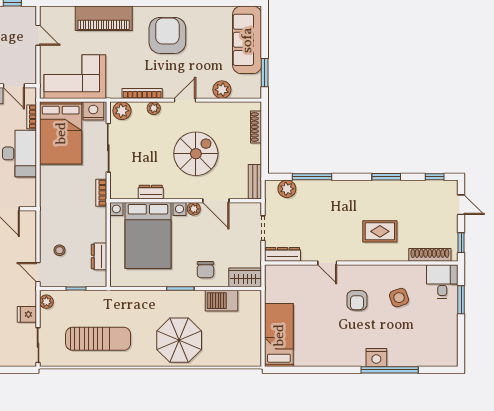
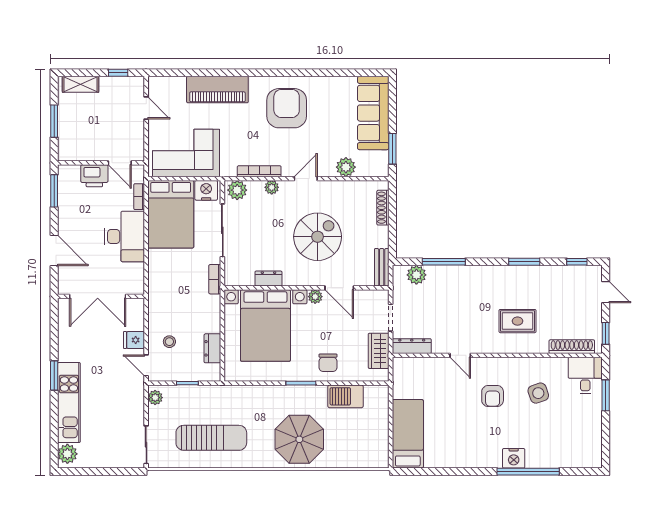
wardrobe: (245, 277) -> (379, 351), moved, turned -90
fridge: (27, 314) -> (134, 340), moved

